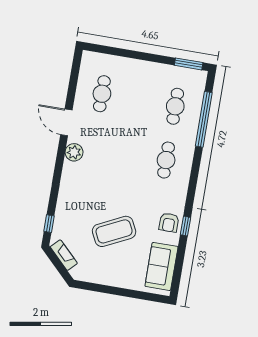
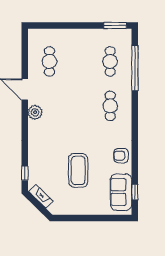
armchair: (169, 222) -> (121, 156), turned 90
window: (185, 226) -> (135, 192), moved
coffee table: (114, 231) -> (78, 170), turned -64

